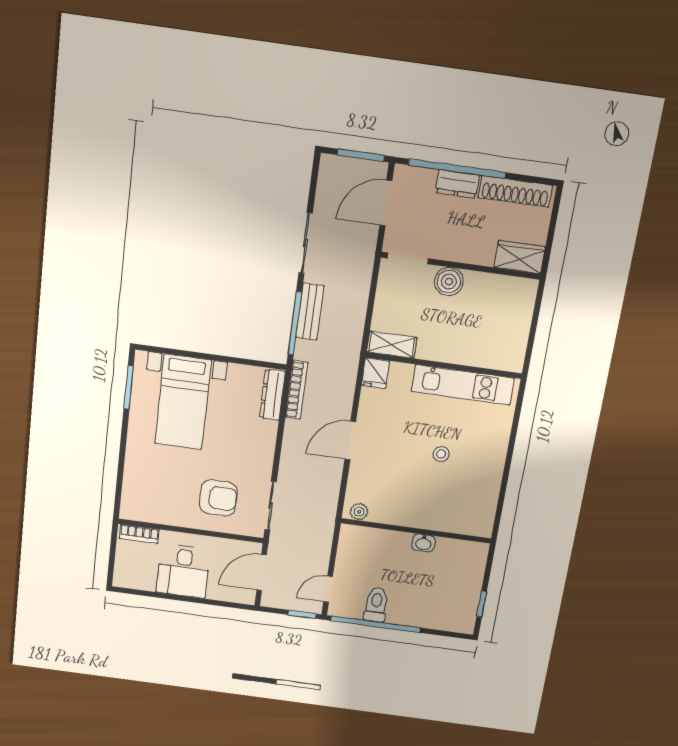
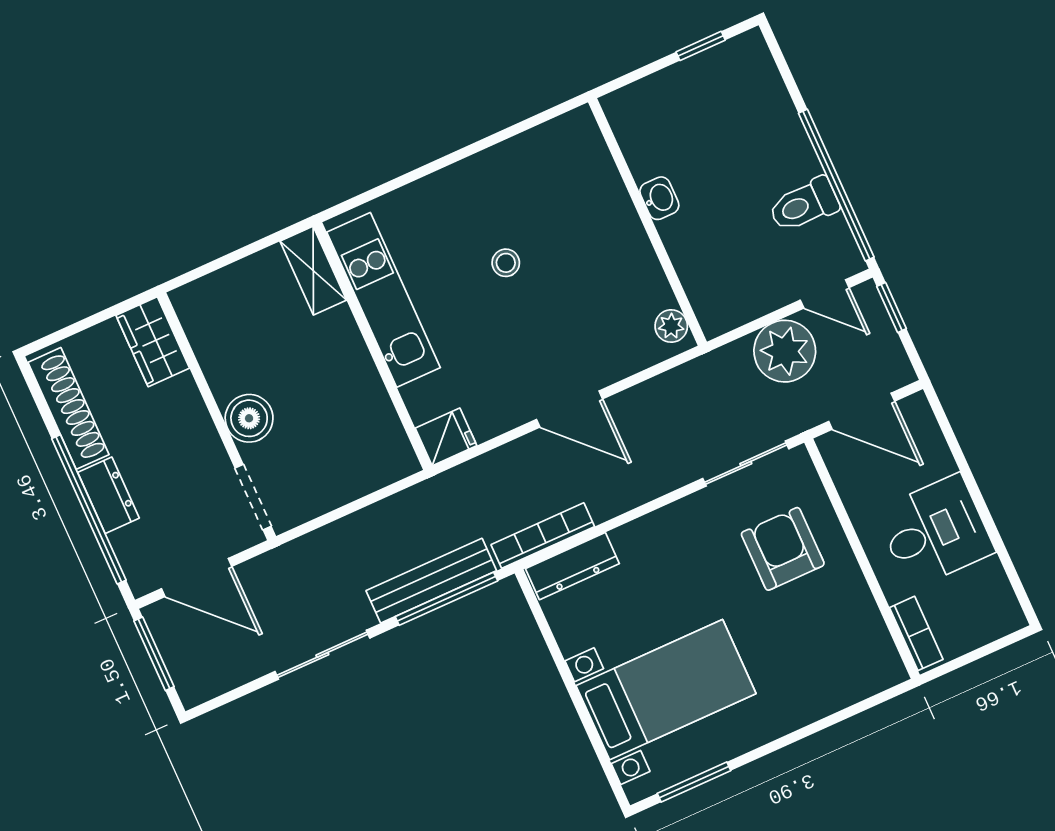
bench: (310, 312) -> (431, 581), width x1.36
shelving: (392, 345) -> (313, 271), moved
plant: (313, 555) -> (785, 351), added

